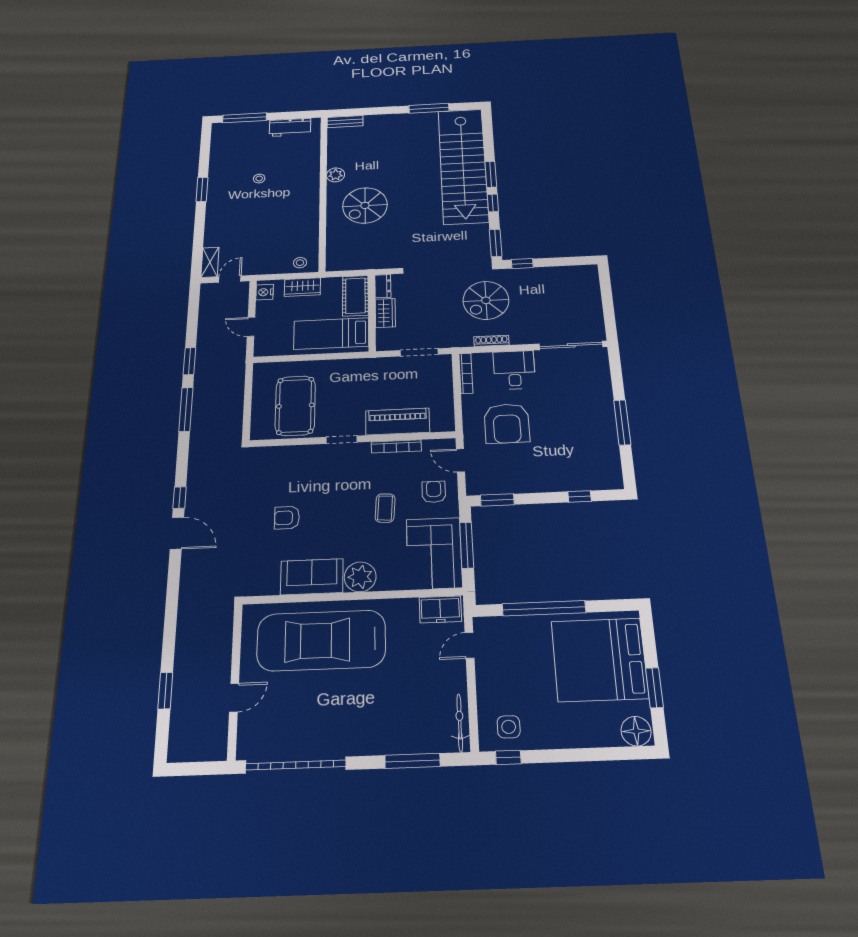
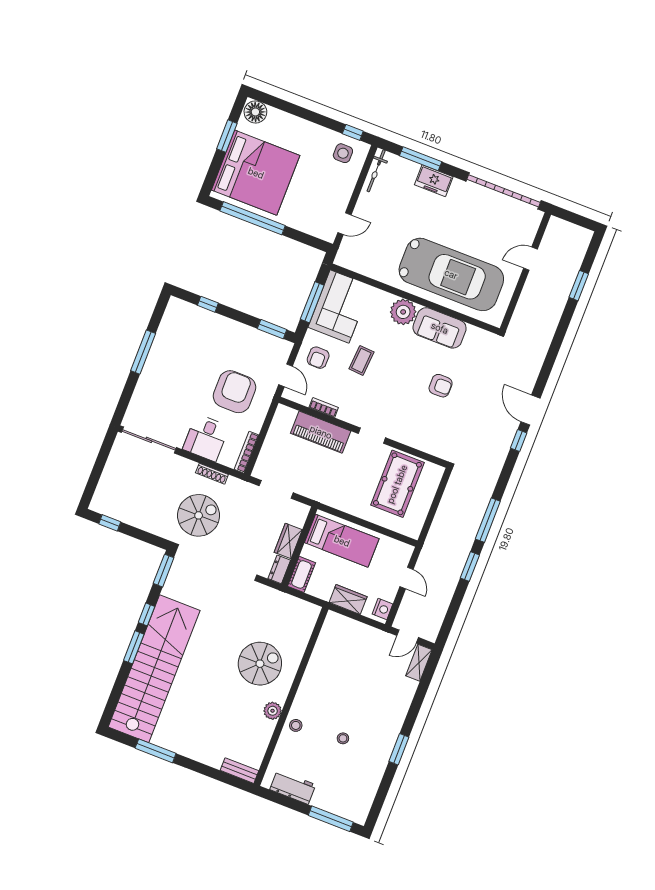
stool: (300, 263) -> (296, 725), moved
window: (522, 264) -> (110, 523), moved
cot: (355, 296) -> (302, 574), width x0.73, depth x0.75
bookcase: (396, 446) -> (324, 407), width x0.64
window: (544, 608) -> (253, 218), moved
freezer: (440, 609) -> (434, 181), moved, turned 180

